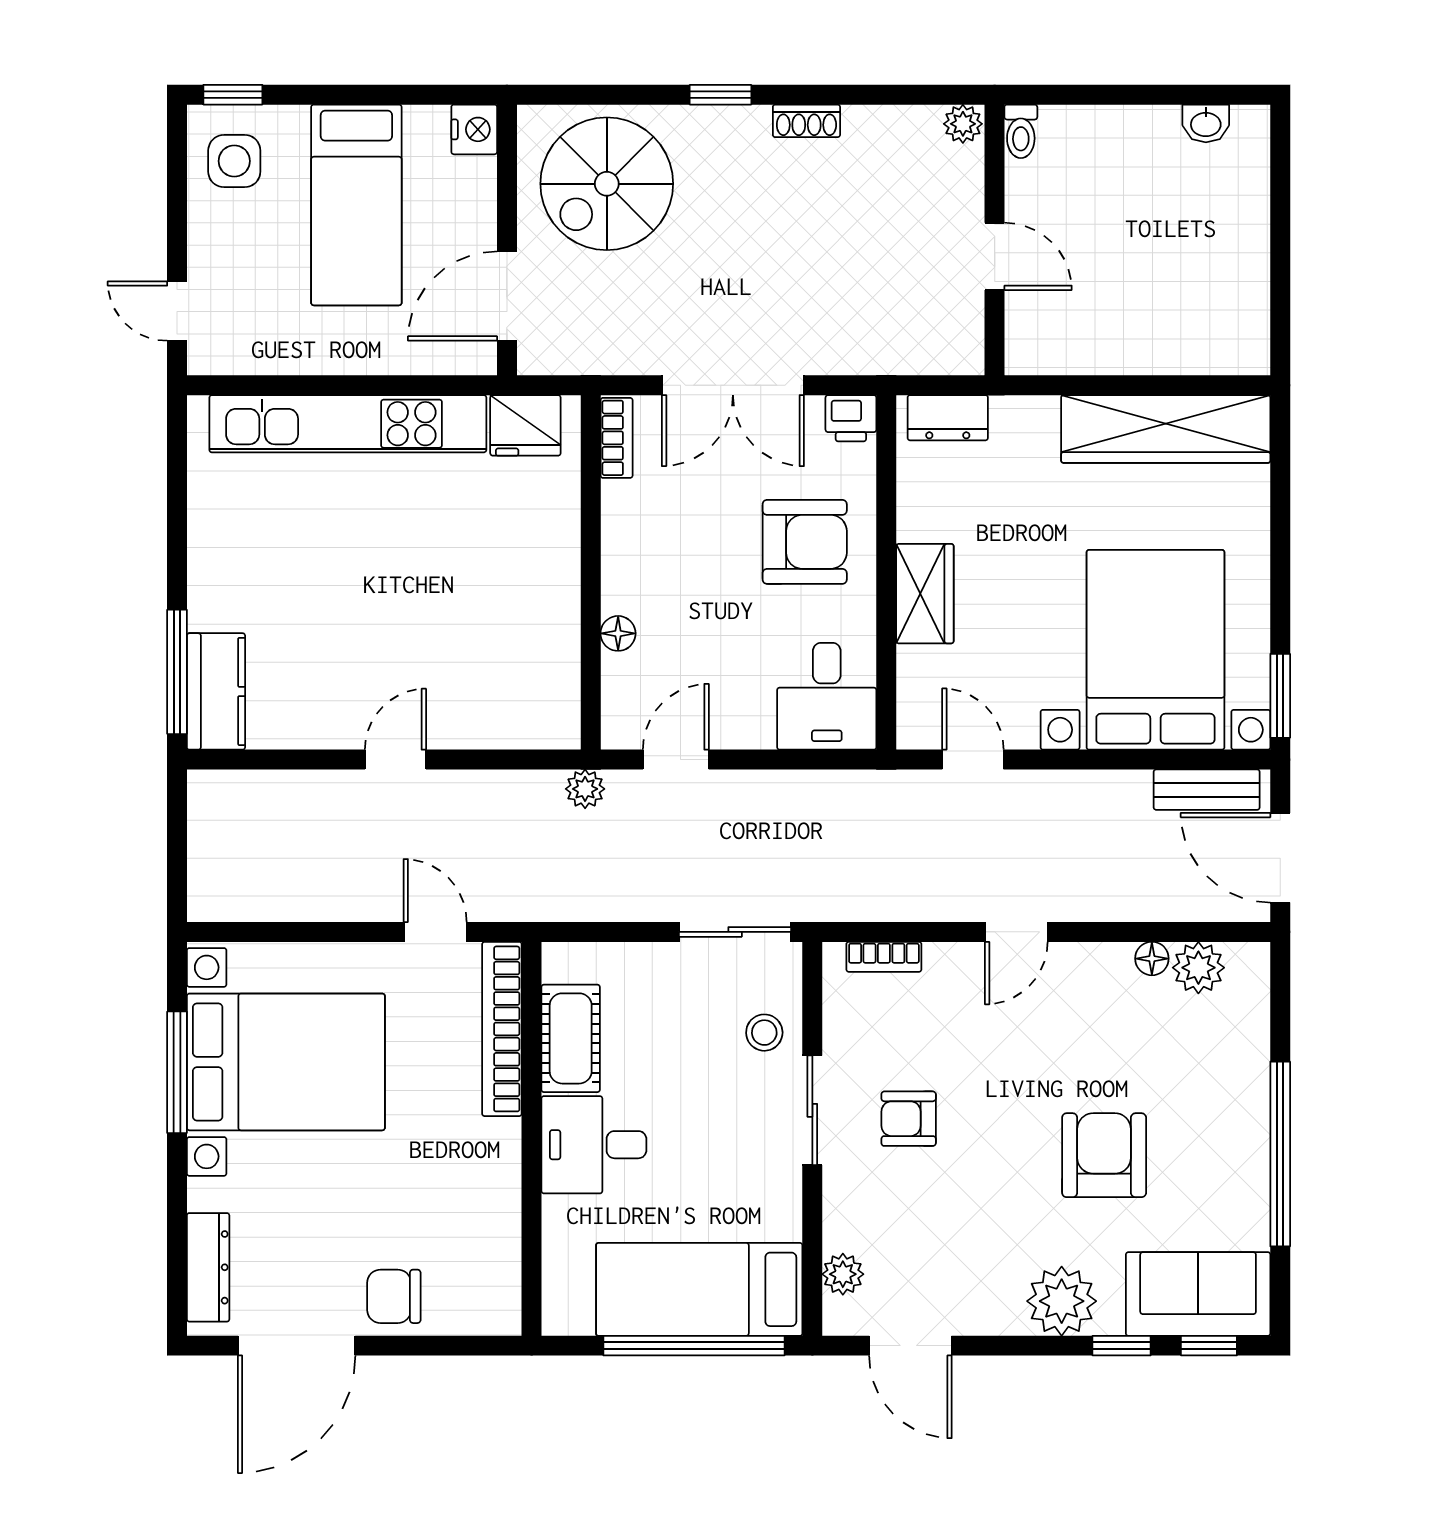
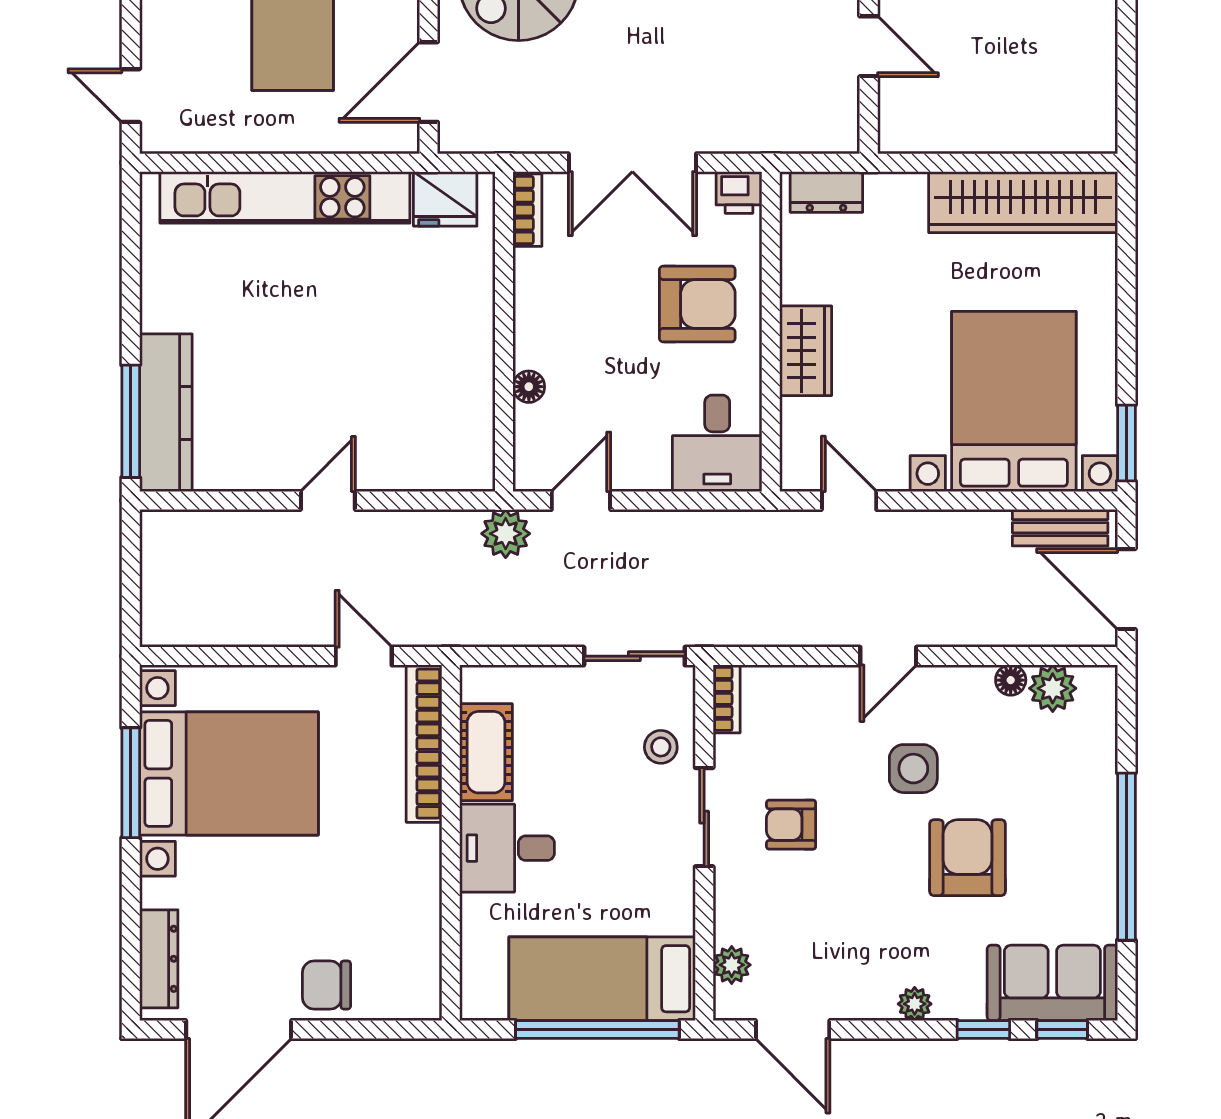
kitchen counter: (216, 691) -> (166, 413), width x1.50
plant: (585, 789) -> (506, 534), width x1.38, depth x1.38
bookcase: (884, 957) -> (727, 699), moved, turned -90
side table: (1044, 1056) -> (913, 769), added
plant: (1062, 1301) -> (915, 1004), width x0.53, depth x0.53

